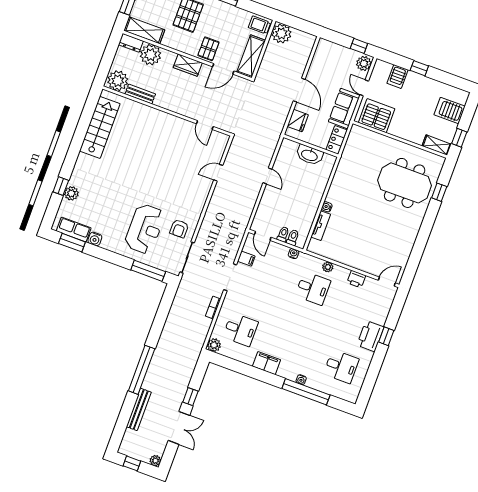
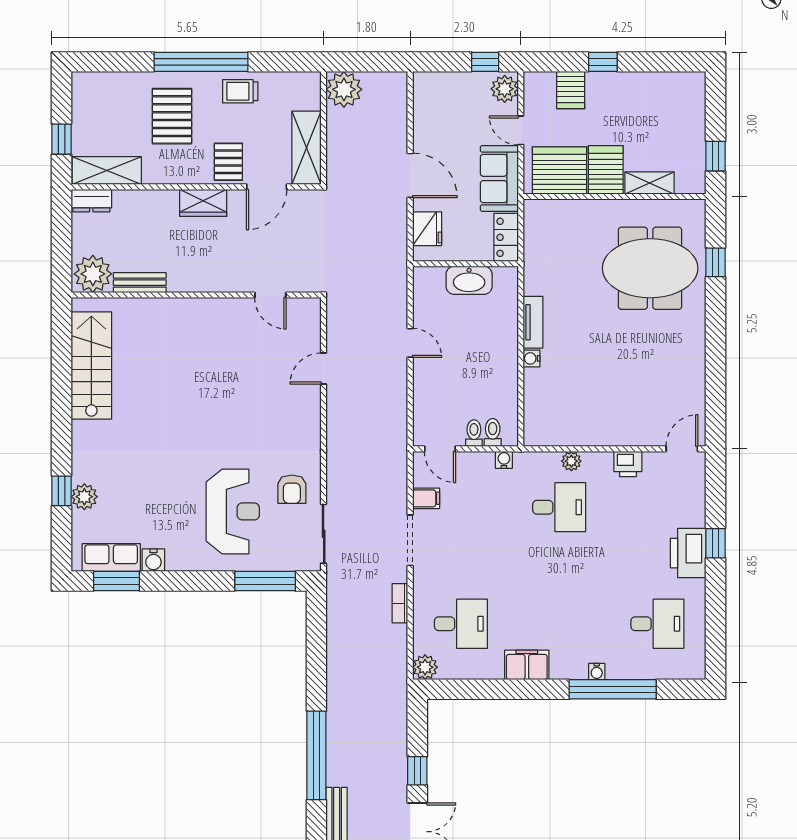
trolley: (259, 25) -> (240, 91), moved
plant: (151, 55) -> (133, 208), removed
server rack: (450, 111) -> (606, 170), moved, turned 90
shelving: (437, 145) -> (650, 183), moved
tv unit: (321, 226) -> (533, 322), moved

